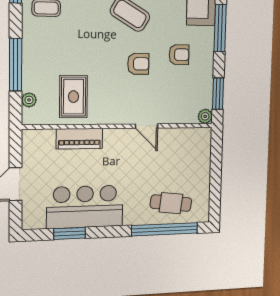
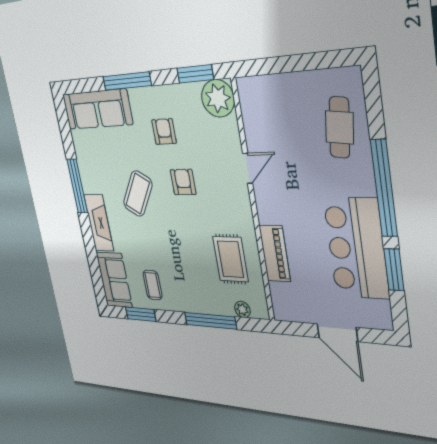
rug: (73, 97) -> (230, 259), turned 90
plant: (205, 116) -> (218, 98), width x1.87, depth x1.87
window: (165, 229) -> (384, 188), moved

